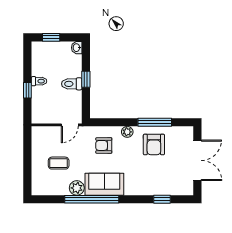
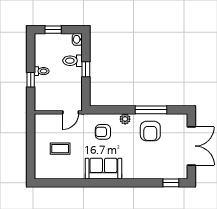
toilet: (72, 84) -> (73, 61), moved
plant: (77, 188) -> (77, 172), removed
window: (92, 199) -> (92, 183), removed
window: (162, 199) -> (171, 183), moved

